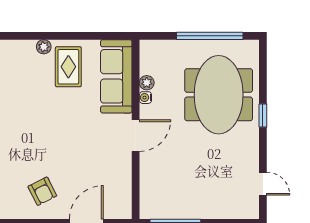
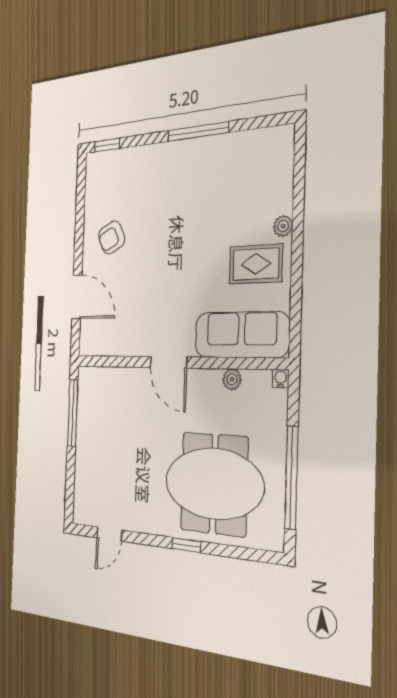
water cooler: (145, 98) -> (281, 379), moved

